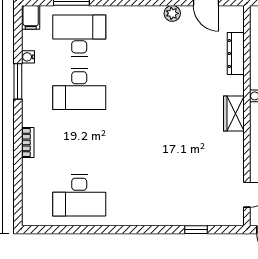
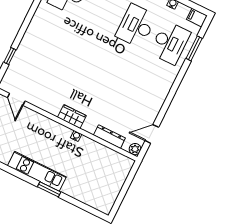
plant: (172, 13) -> (135, 149), moved

